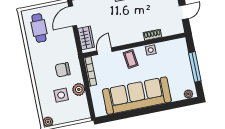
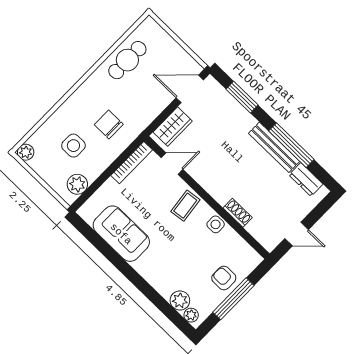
cafe table: (39, 28) -> (127, 60), moved
armchair: (181, 64) -> (224, 278), added
plant: (79, 89) -> (77, 184), moved
plant: (177, 95) -> (180, 300), added
sofa: (137, 96) -> (121, 234), width x0.54, depth x0.79

